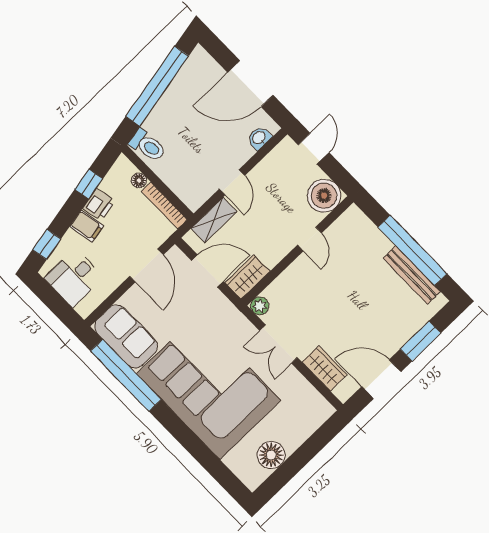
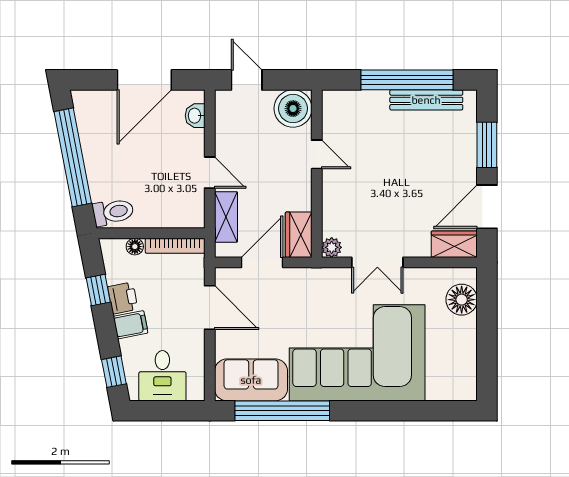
wardrobe: (325, 368) -> (454, 244), moved
floor lamp: (271, 455) -> (462, 300), moved

